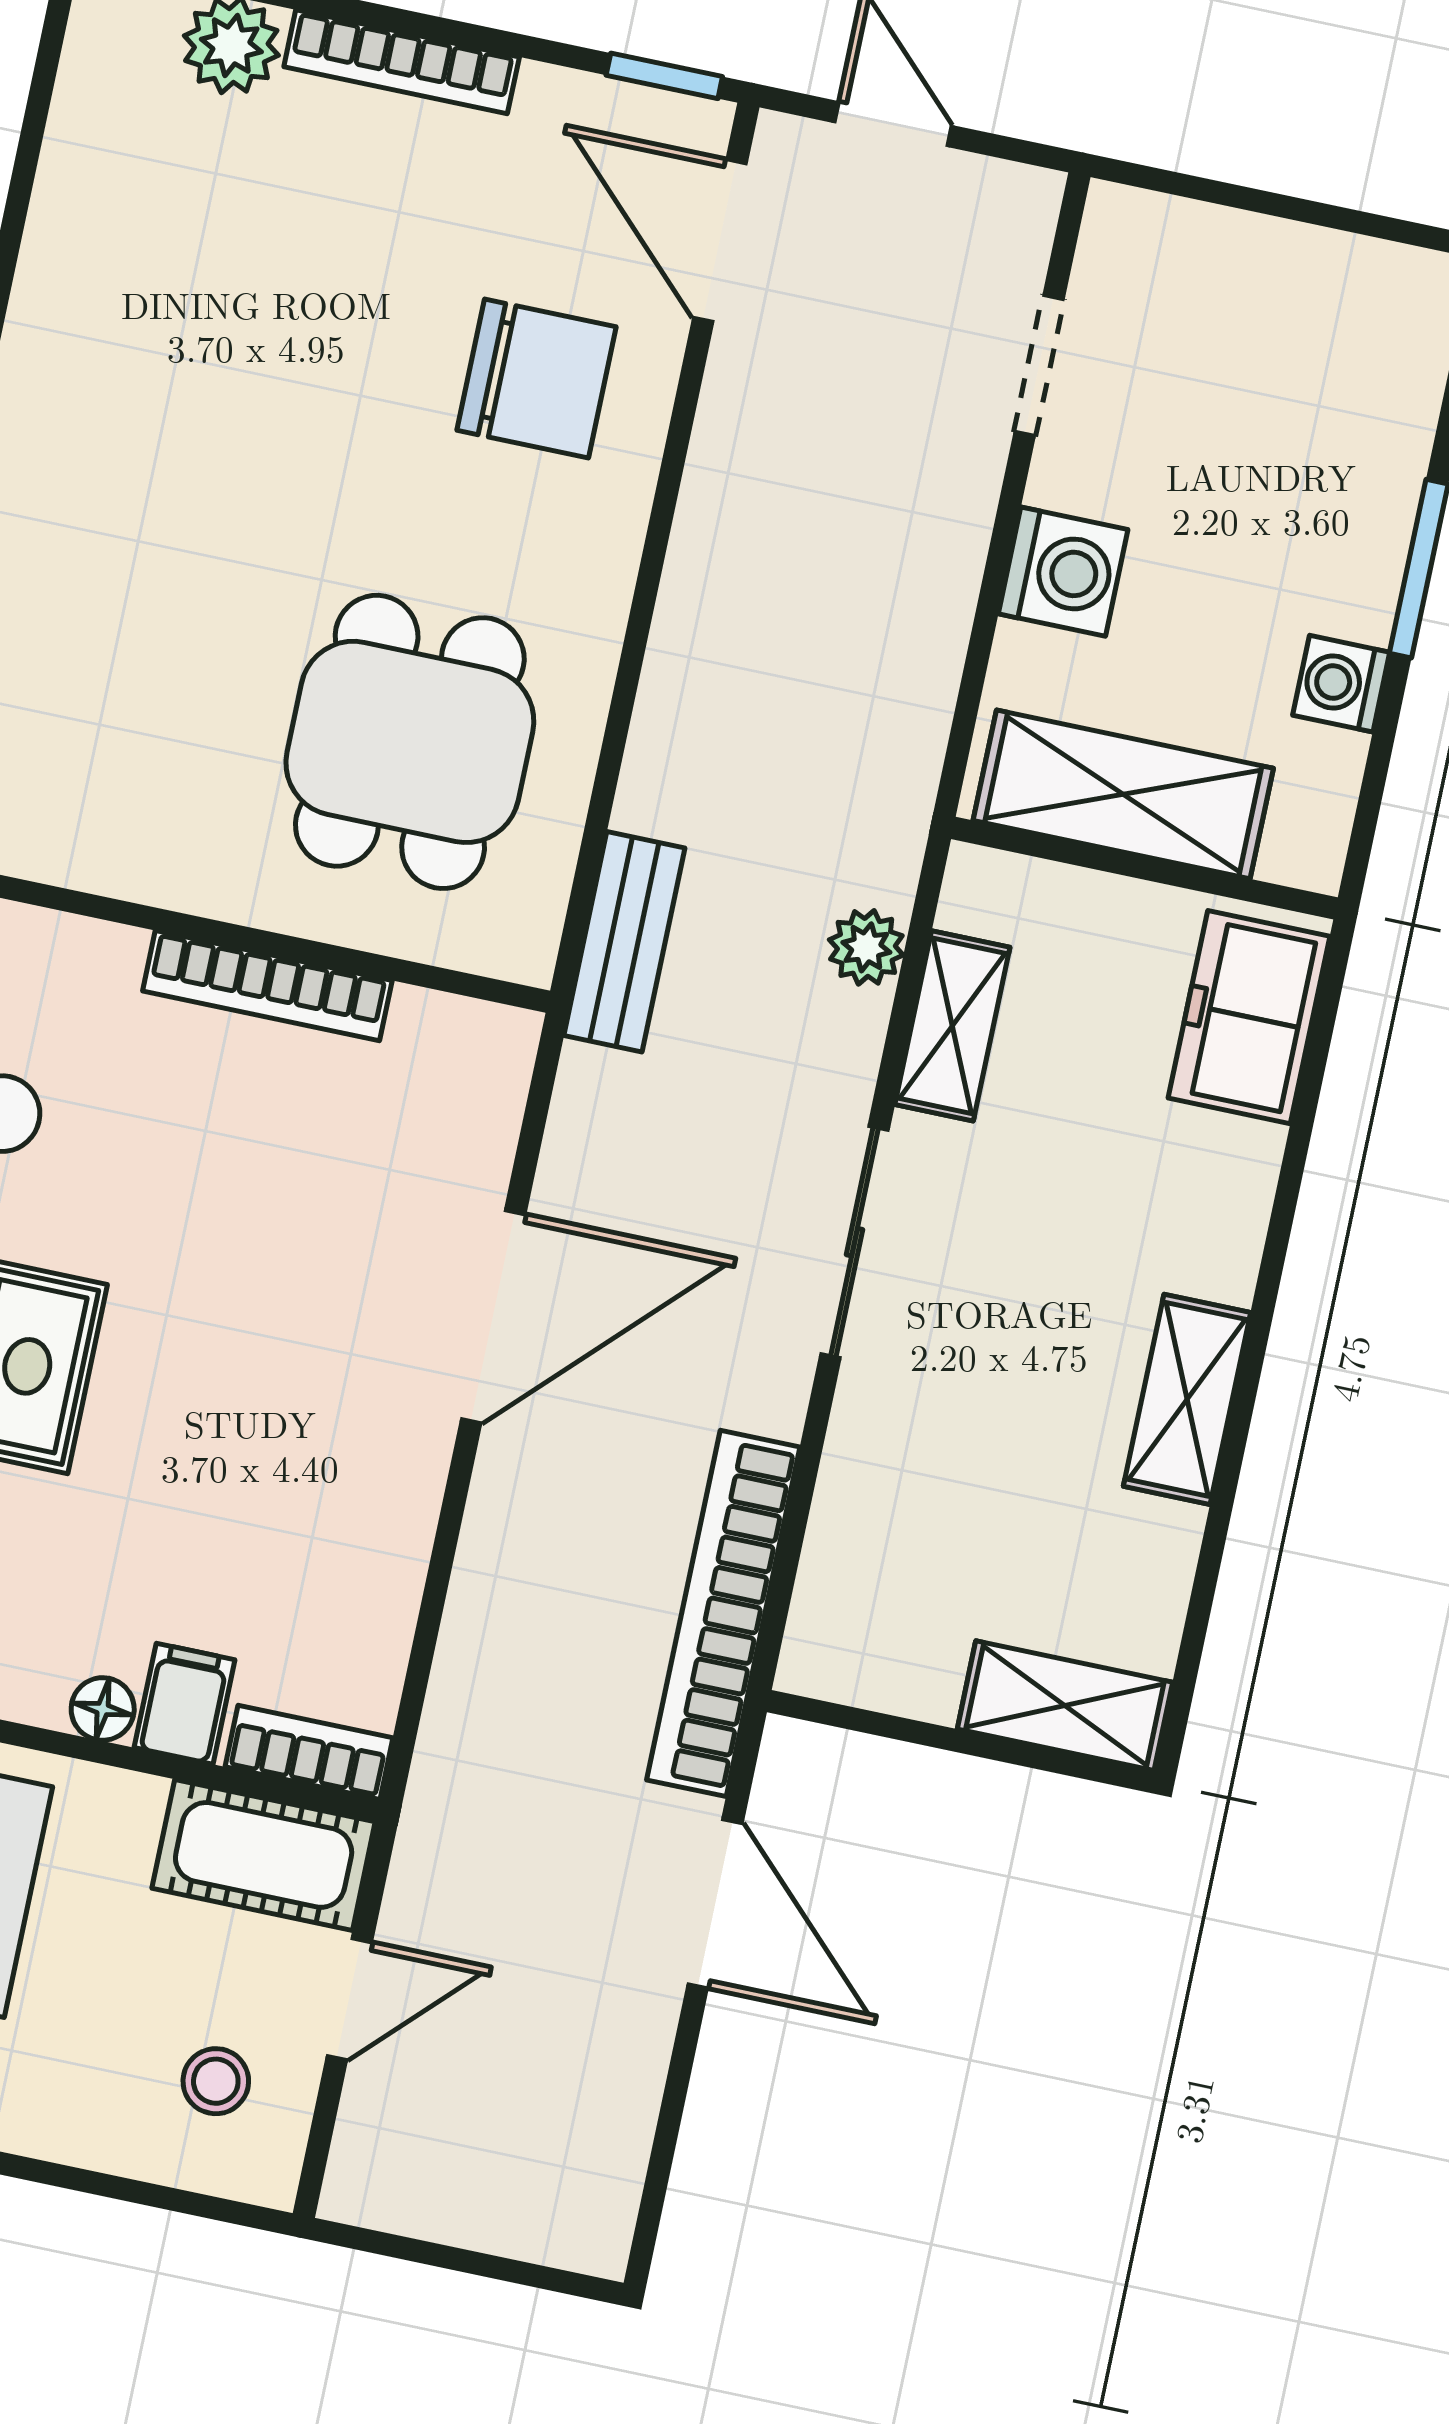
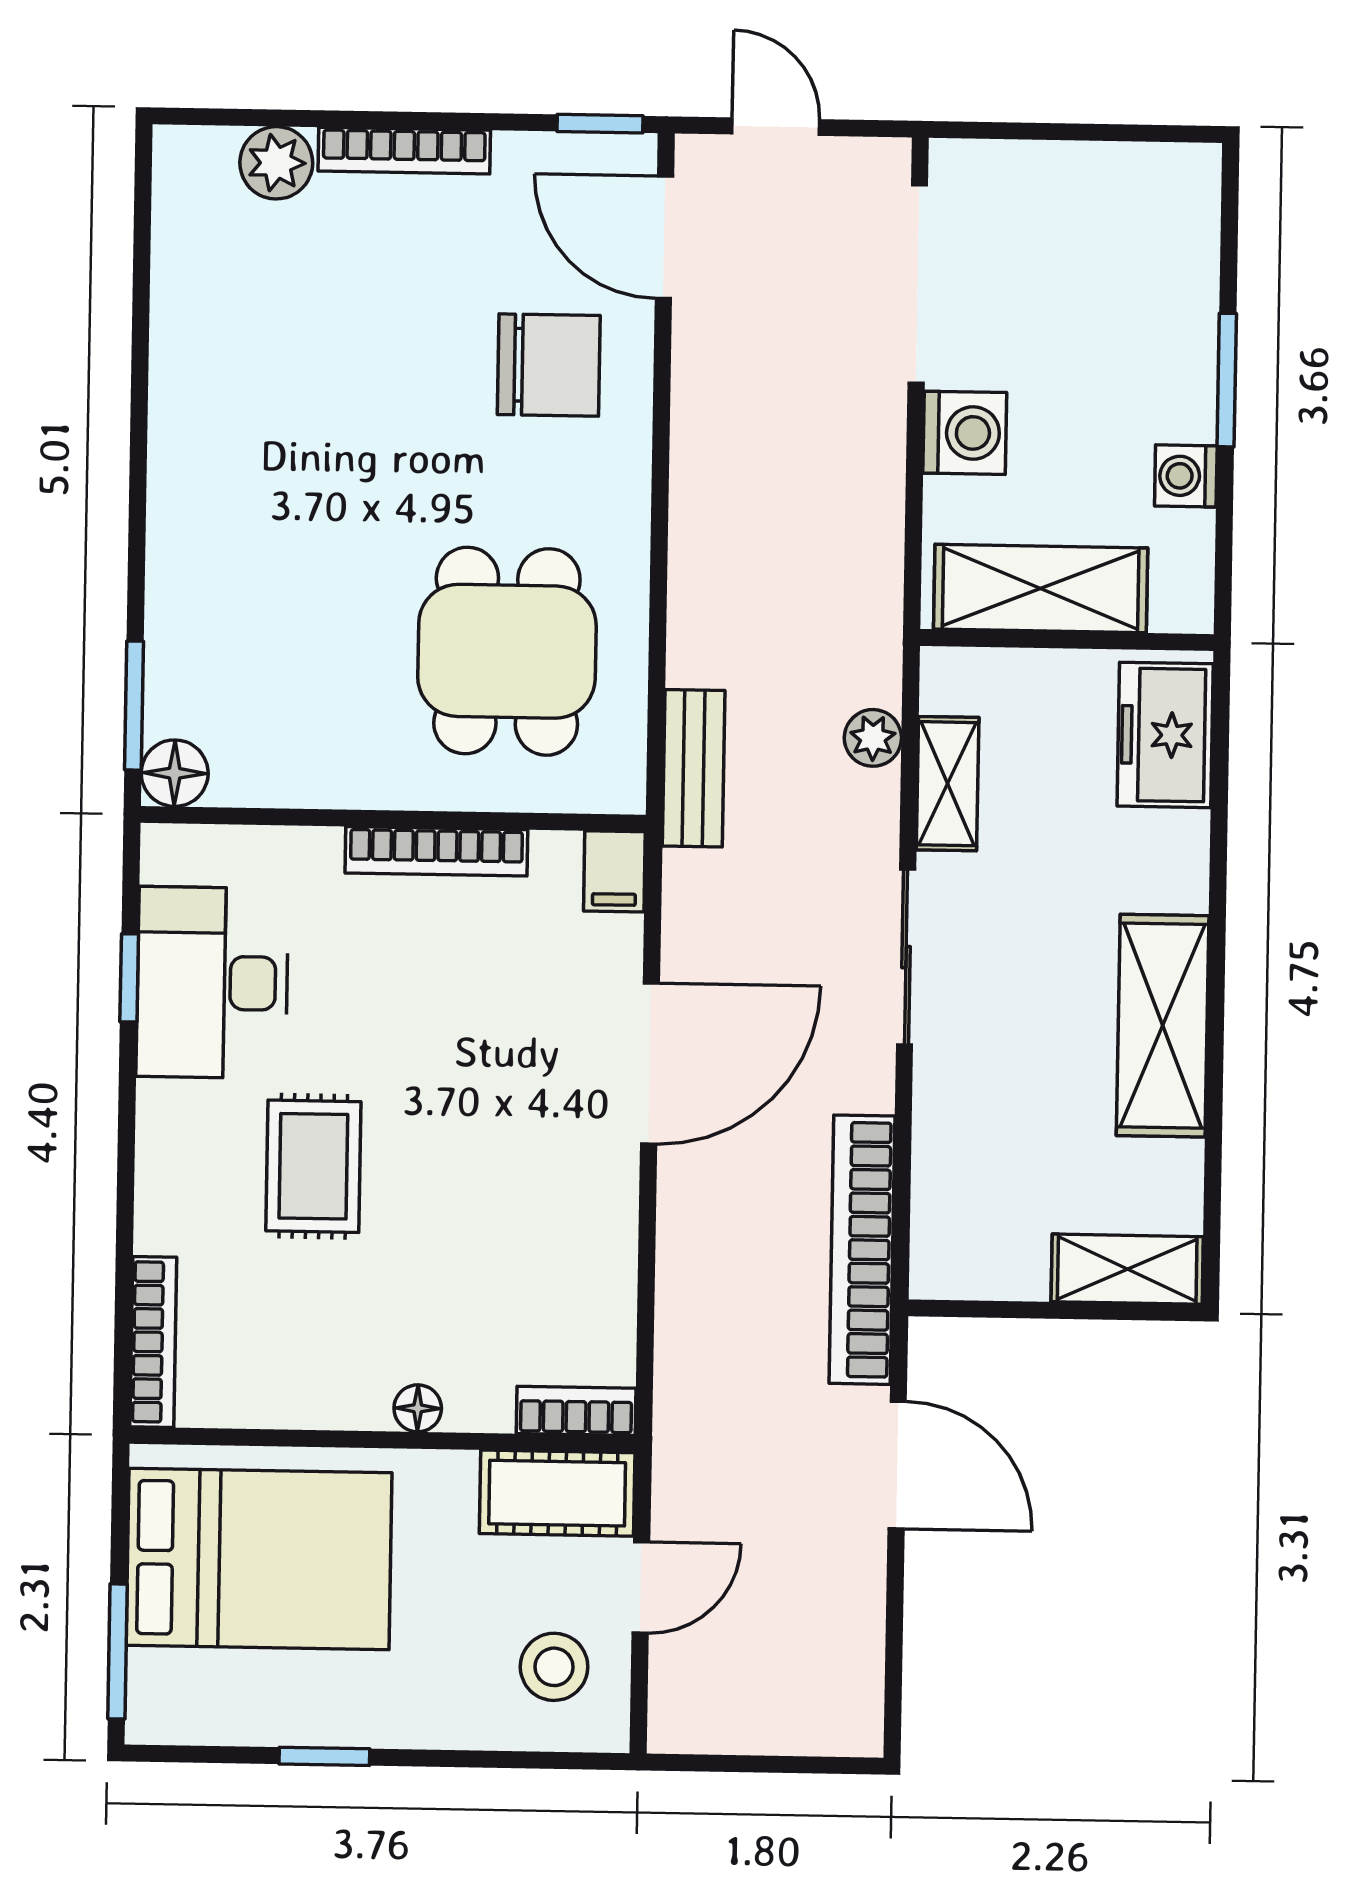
doorway: (1039, 366) -> (918, 284), width x1.88
shelving: (1187, 1399) -> (1163, 1026), width x1.50, depth x1.33
filing cabinet: (185, 1704) -> (614, 871), moved, turned 180
stool: (216, 2081) -> (554, 1667), width x1.37, depth x1.37

